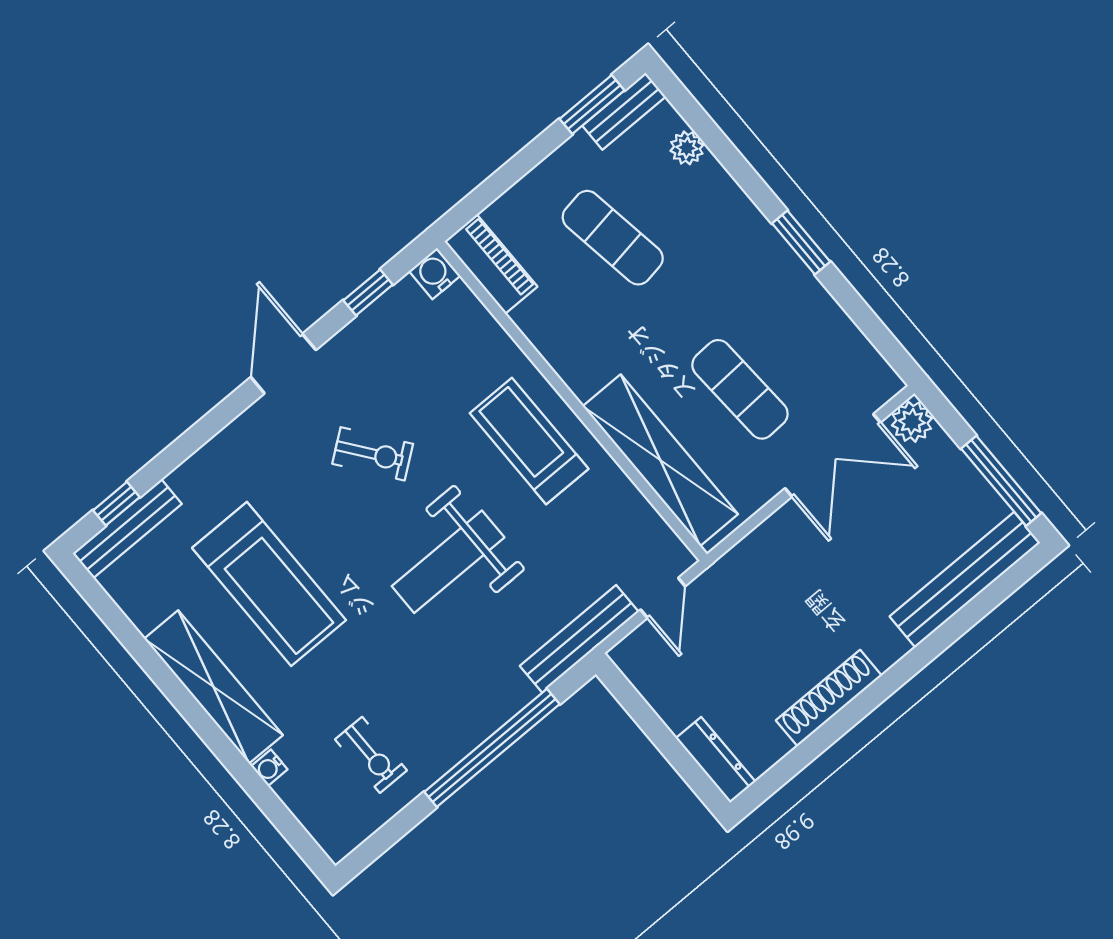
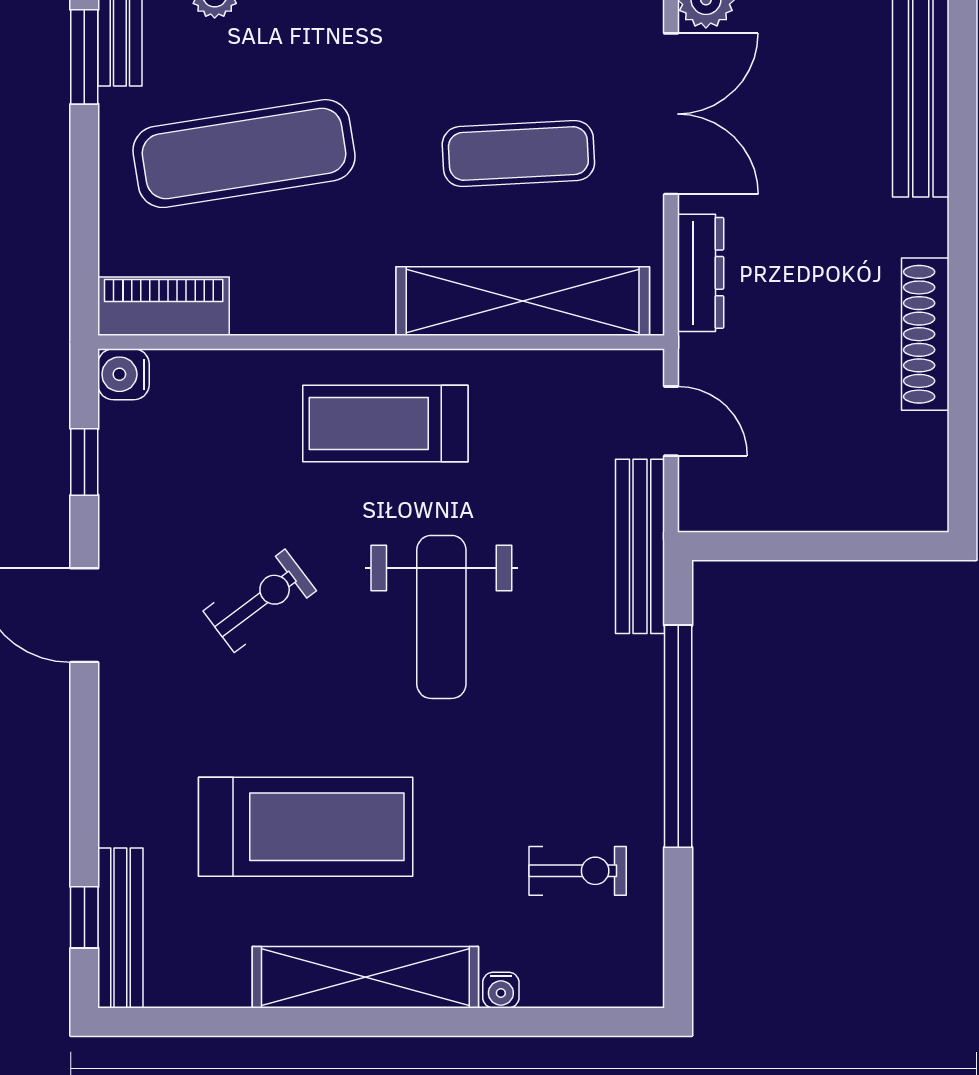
exercise mat: (613, 238) -> (244, 154), width x1.36, depth x1.45
dresser: (716, 760) -> (701, 273), moved, turned 90

